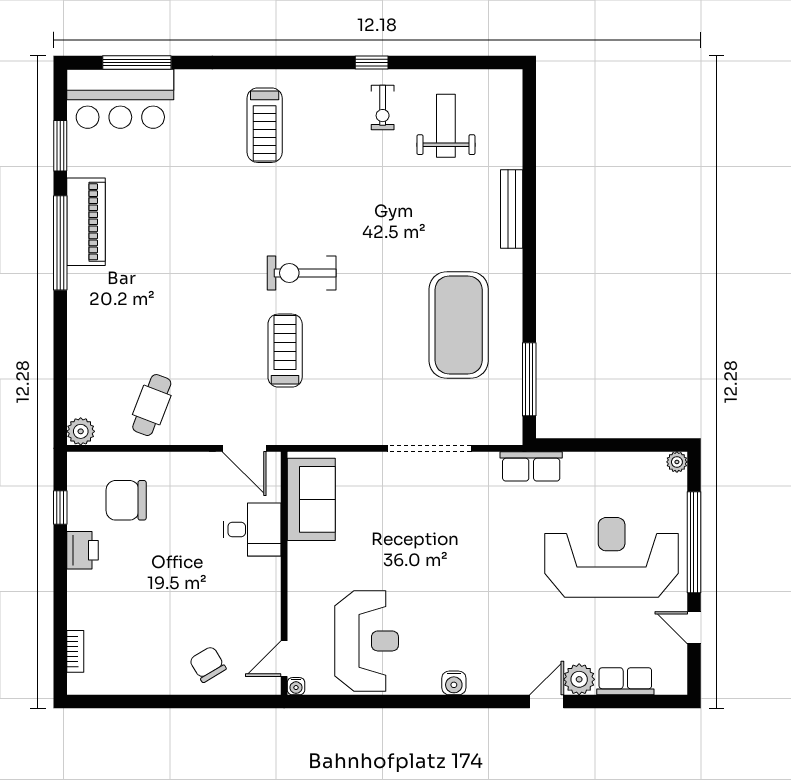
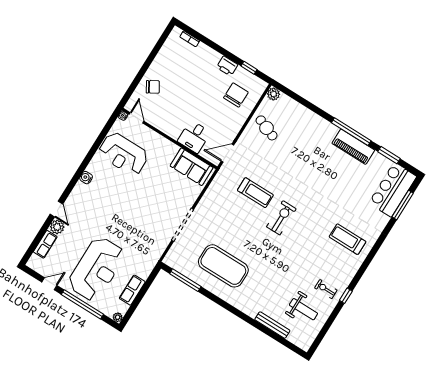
bench: (512, 209) -> (272, 325), moved
row of seats: (531, 466) -> (132, 290), moved

